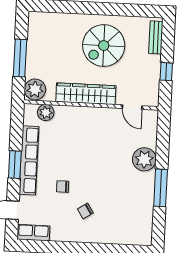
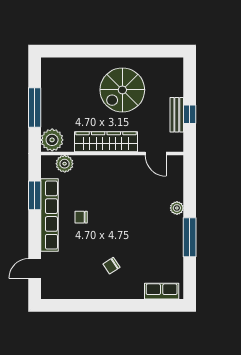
bench: (156, 37) -> (177, 115), moved
plant: (144, 159) -> (177, 208), width x0.53, depth x0.53
window: (15, 165) -> (35, 195), moved
chair: (63, 187) -> (81, 217), moved
row of seats: (33, 233) -> (162, 291), moved

